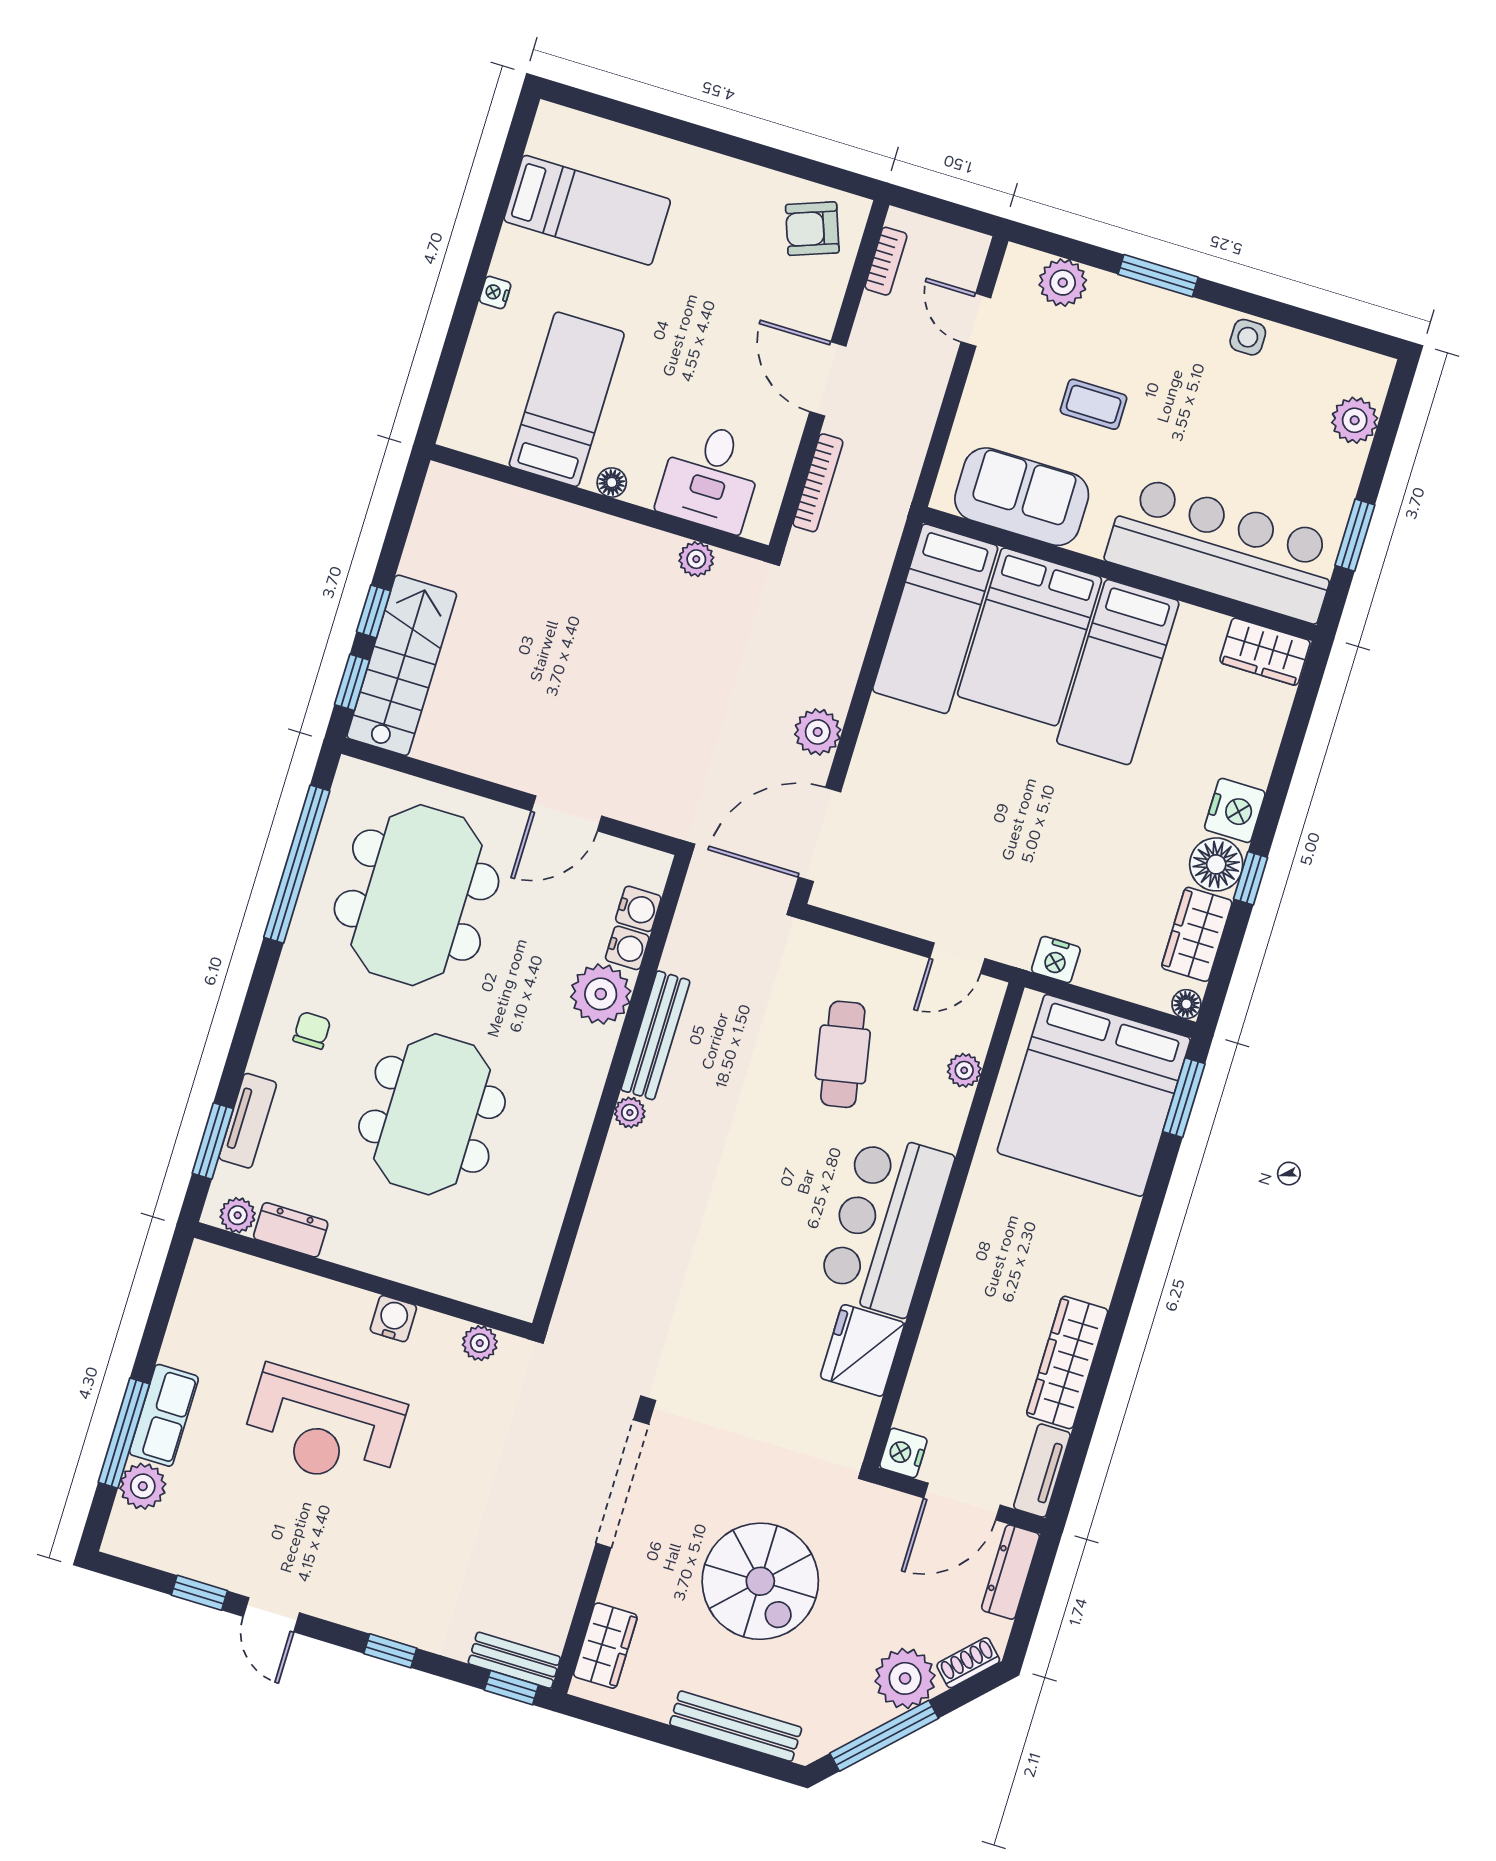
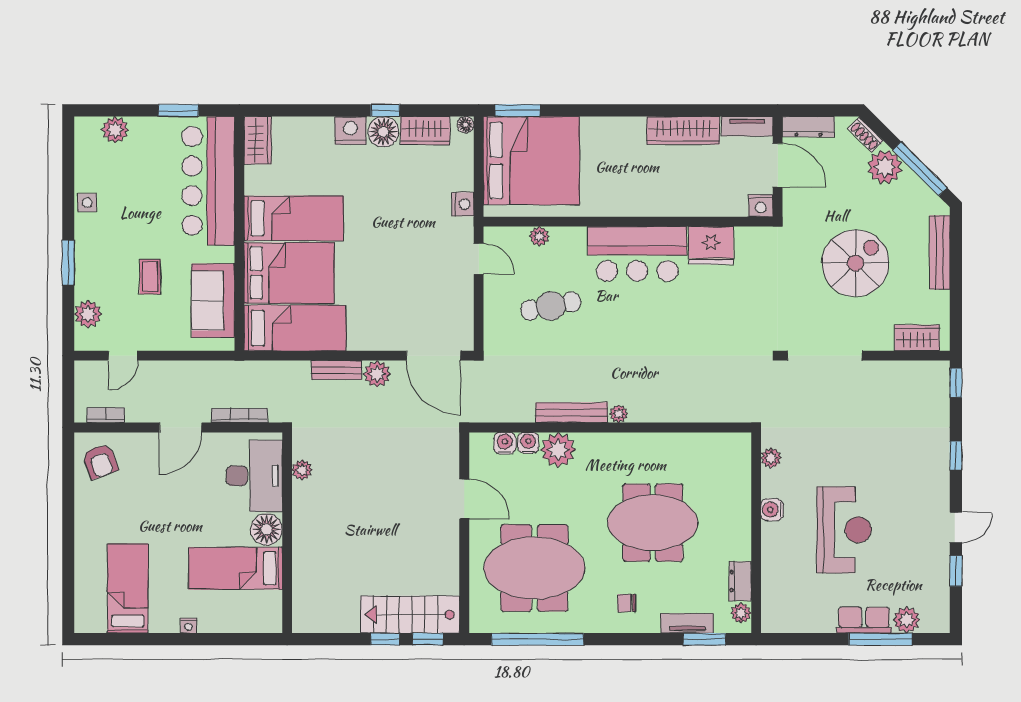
desk: (711, 477) -> (254, 476), width x1.37
floor lamp: (612, 482) -> (267, 529), width x1.89, depth x1.89
bench: (514, 1660) -> (337, 370), moved, turned 90

